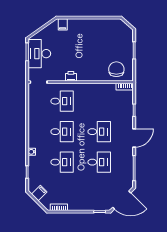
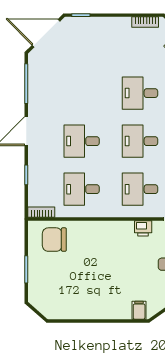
chair: (116, 69) -> (54, 240), turned 90
printer: (71, 76) -> (143, 228), moved
desk: (99, 162) -> (82, 189), moved

